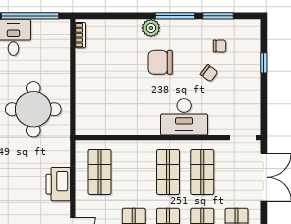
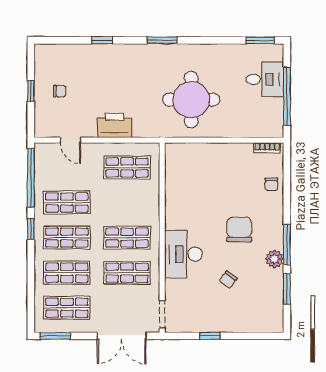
plant: (151, 28) -> (274, 259), moved
chair: (220, 46) -> (271, 184), moved
window: (264, 63) -> (210, 336), moved

